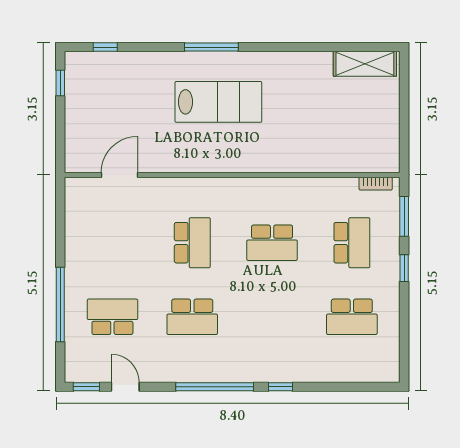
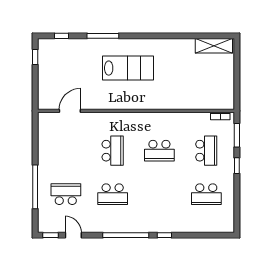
window: (211, 47) -> (103, 36), moved

